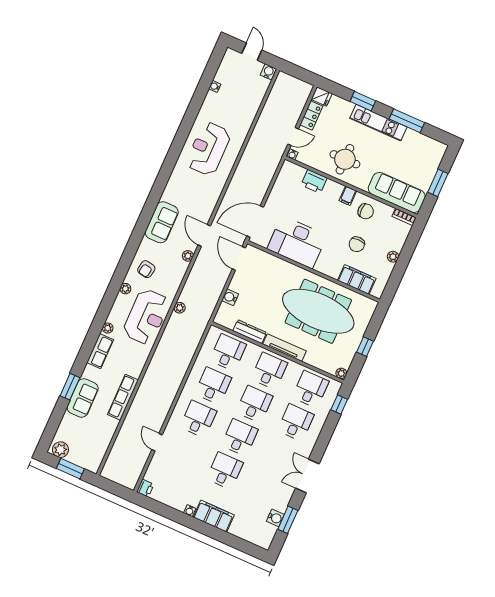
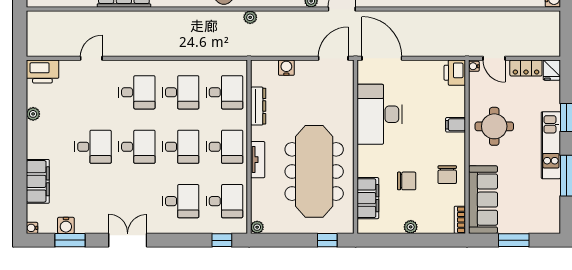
printer: (314, 181) -> (455, 73), moved
filing cabinet: (348, 196) -> (456, 125), moved
chair: (357, 244) -> (407, 181), turned 180
window: (365, 347) -> (327, 240), moved
tv unit: (285, 348) -> (258, 160), width x0.71
printer: (145, 488) -> (42, 72), width x1.87, depth x1.48
plant: (180, 505) -> (33, 114), added
water cooler: (190, 511) -> (32, 228), moved
filing cabinet: (214, 516) -> (38, 181), moved

